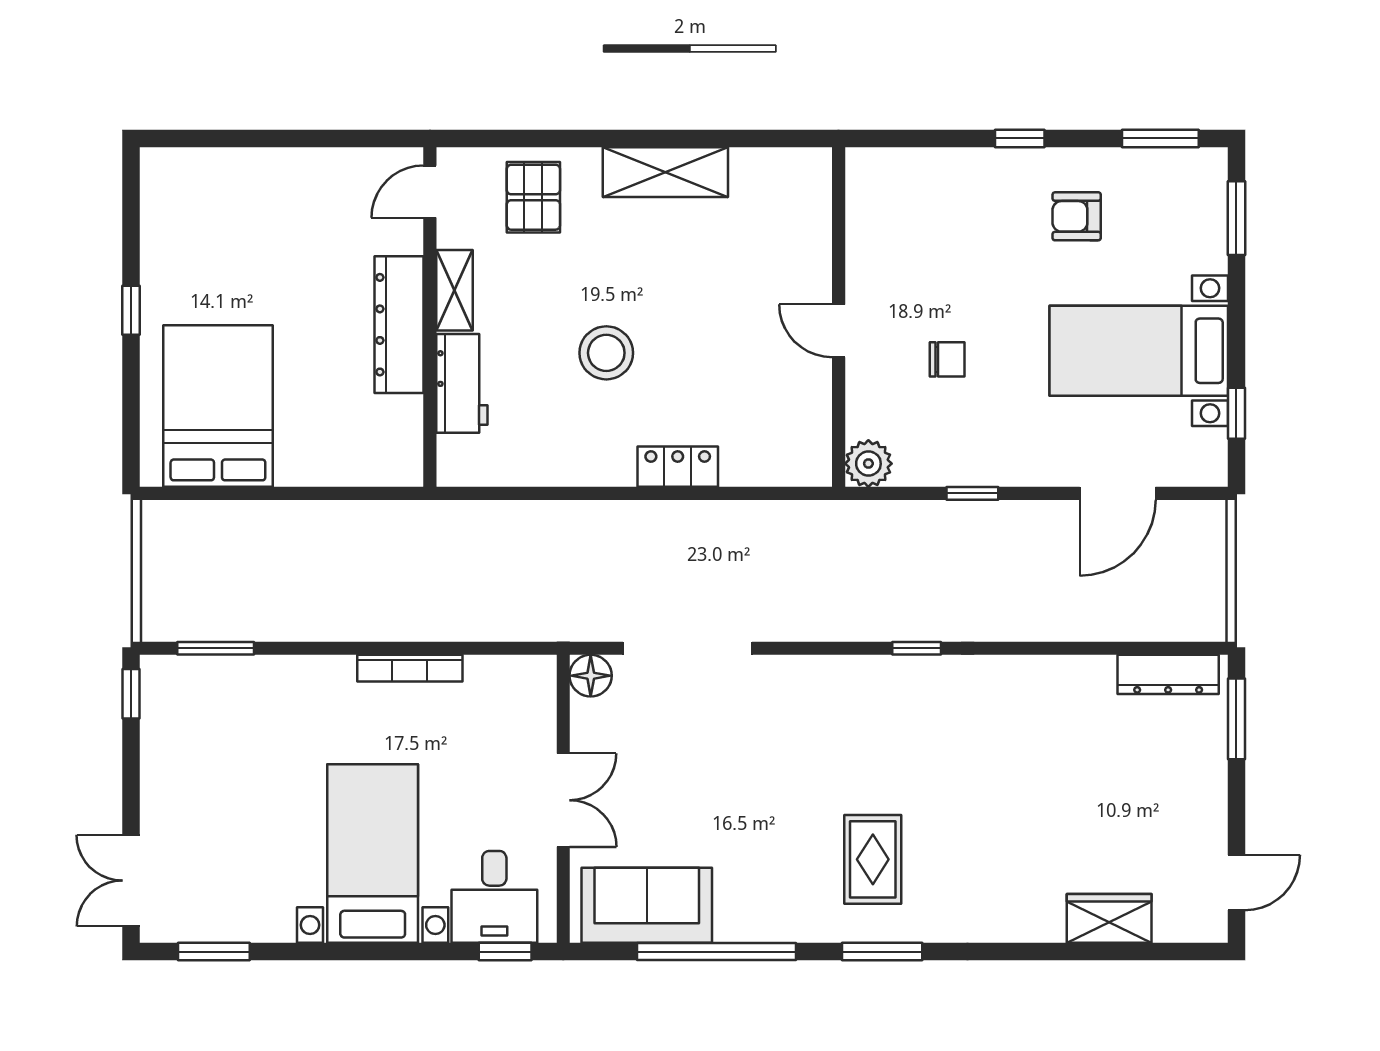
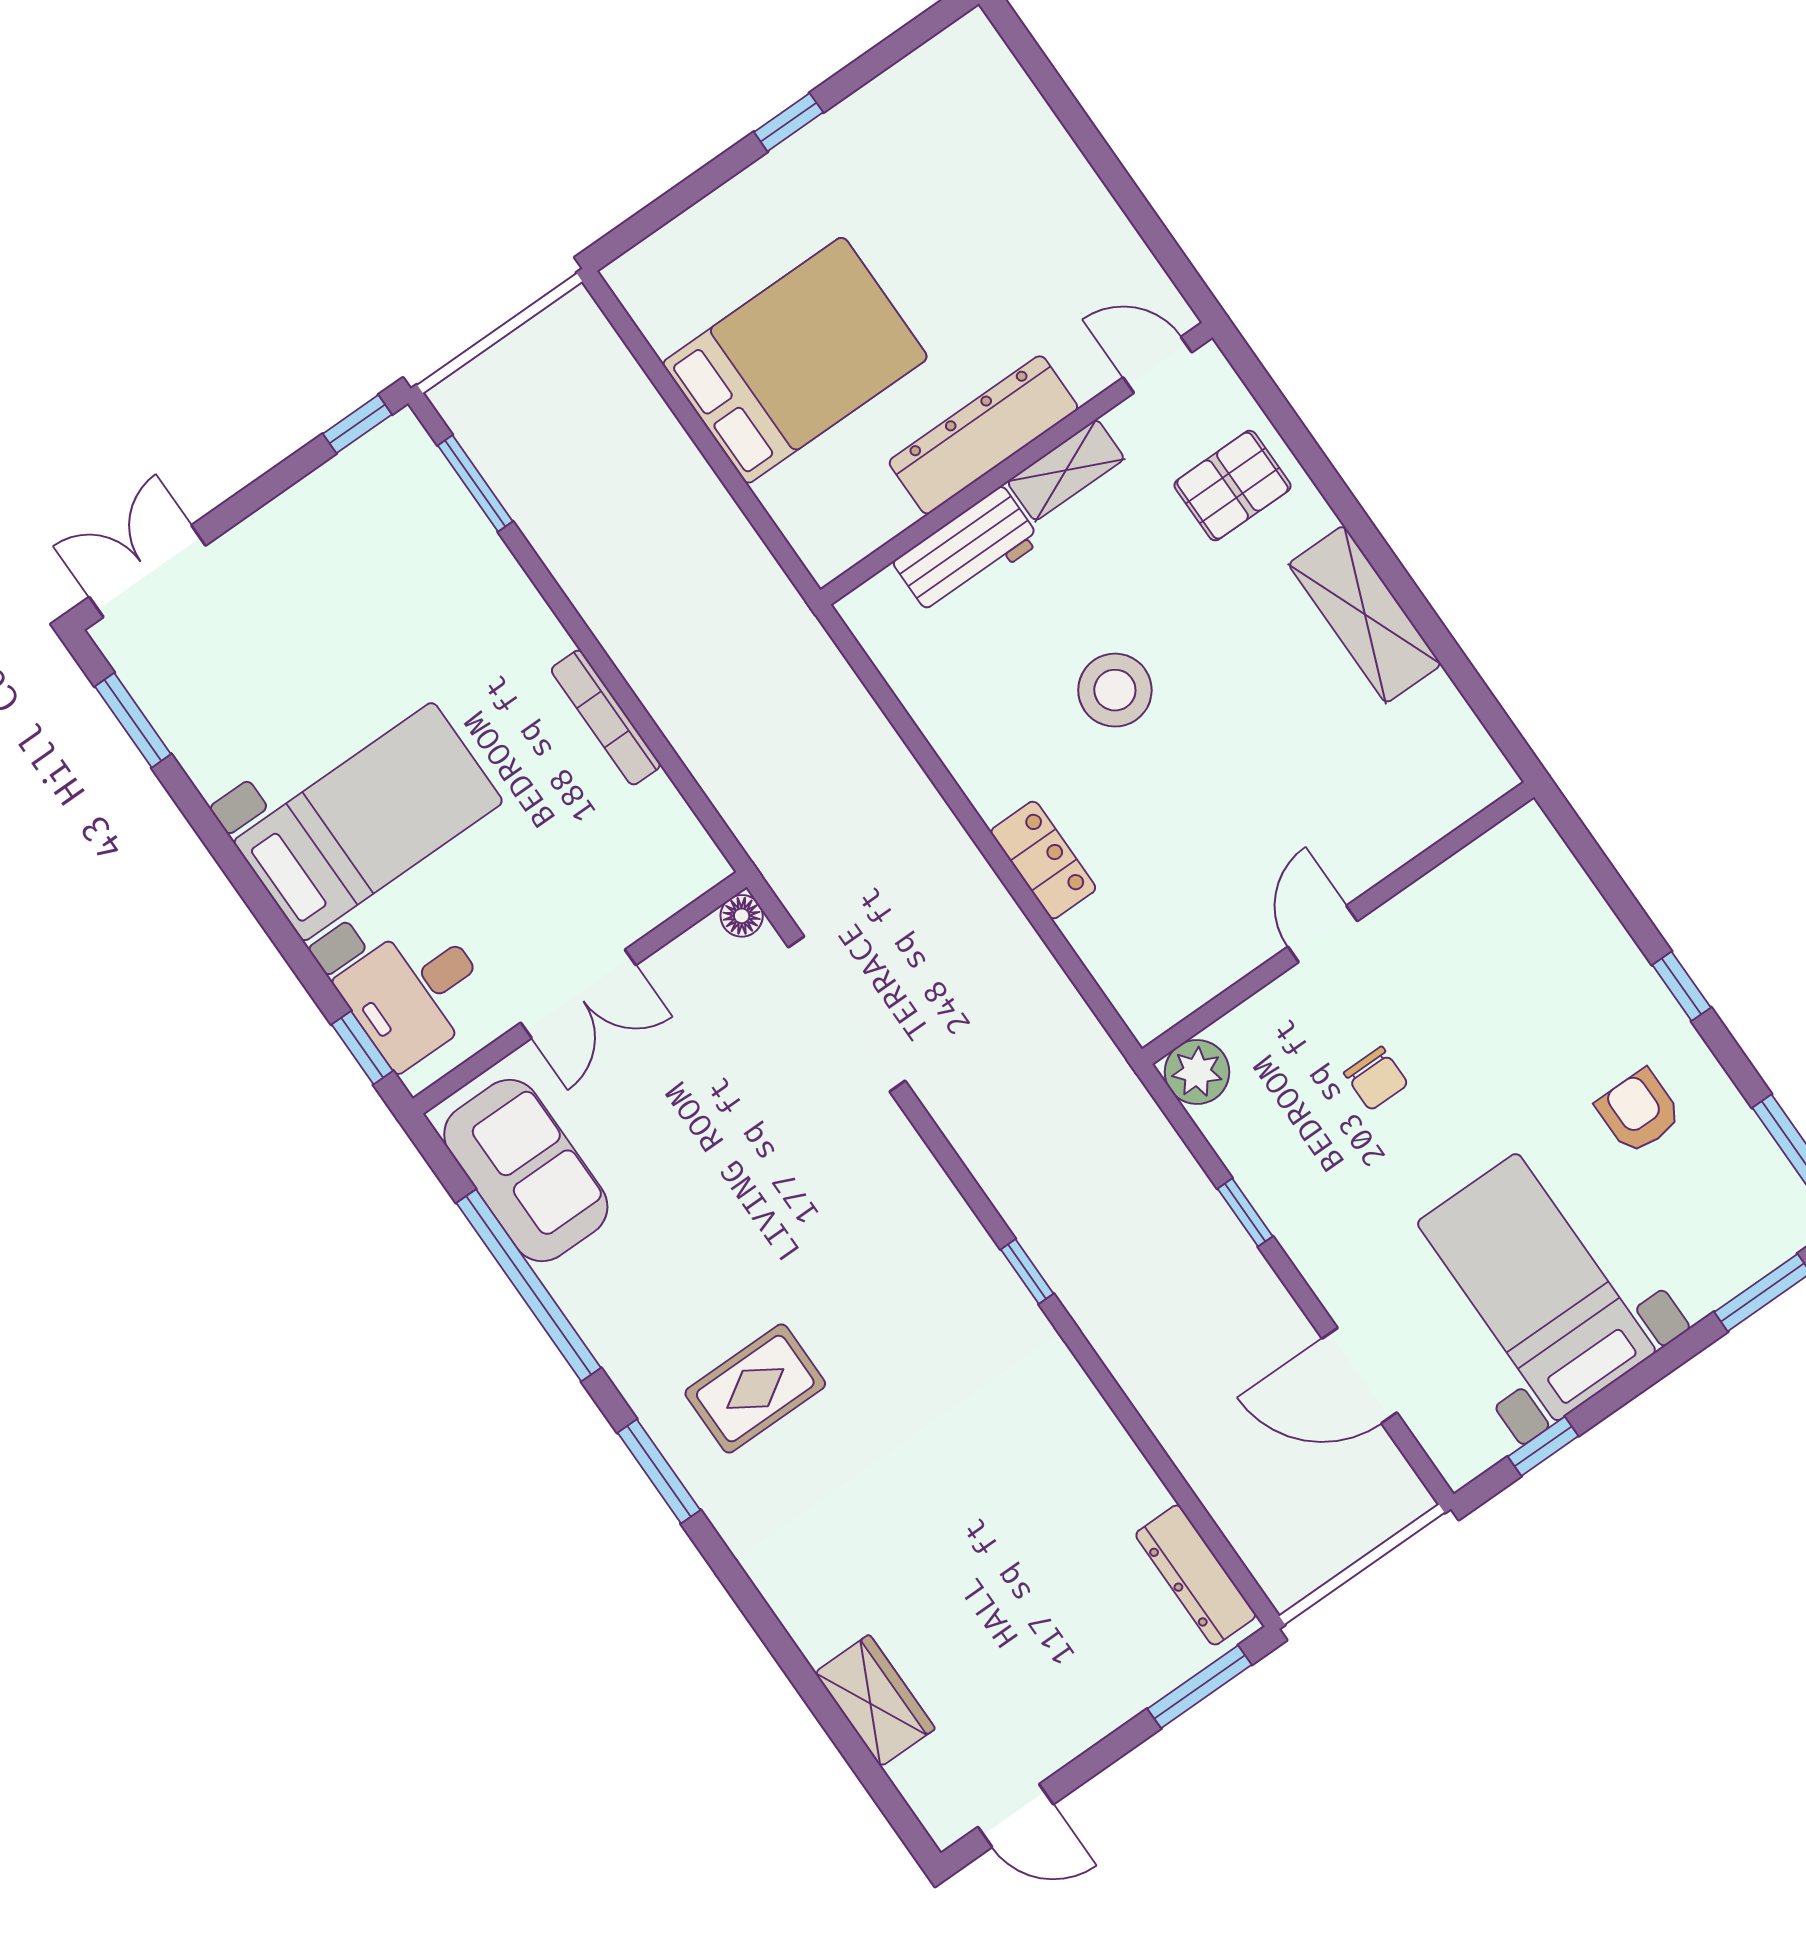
bed: (218, 406) -> (795, 360), moved
floor lamp: (591, 676) -> (742, 916), width x0.73, depth x0.73

